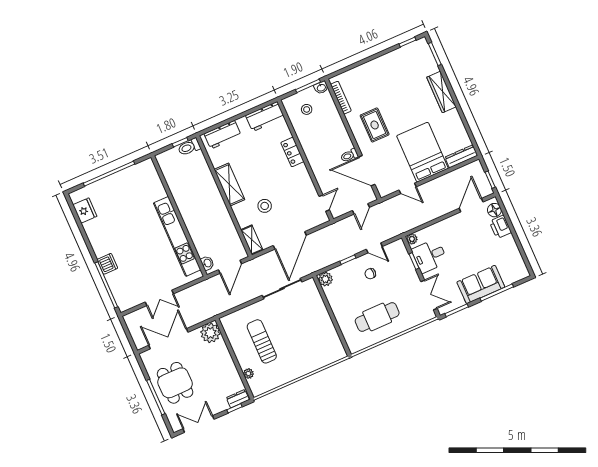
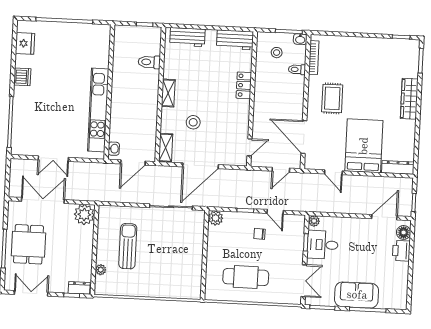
toilet: (189, 147) -> (149, 62), moved
toilet: (349, 155) -> (297, 69), moved
shelving: (229, 184) -> (168, 93), width x0.67, depth x0.75
dishwasher: (107, 264) -> (22, 77), moved

